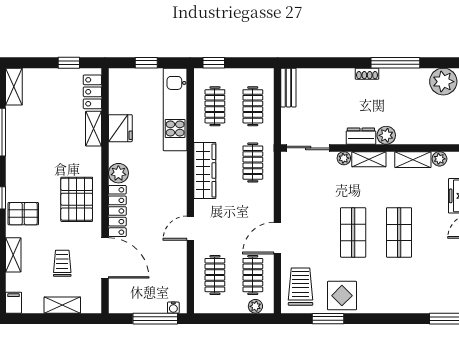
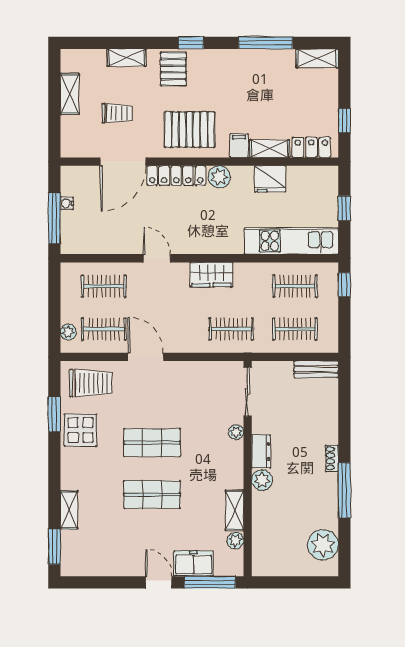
shelving: (369, 159) -> (69, 510), moved
wardrobe: (205, 170) -> (212, 275), width x0.67
filing cabinet: (13, 303) -> (239, 146), moved, turned -90
shelving: (62, 305) -> (70, 94), moved
water cooler: (173, 308) -> (67, 203), moved

